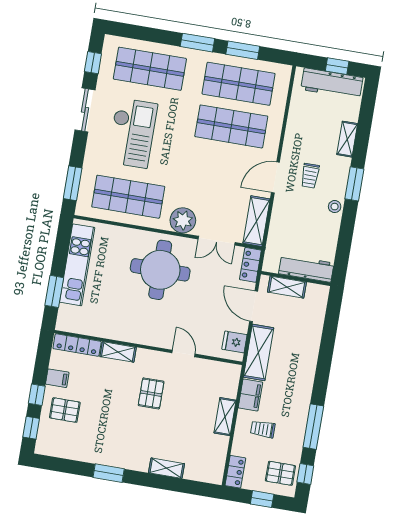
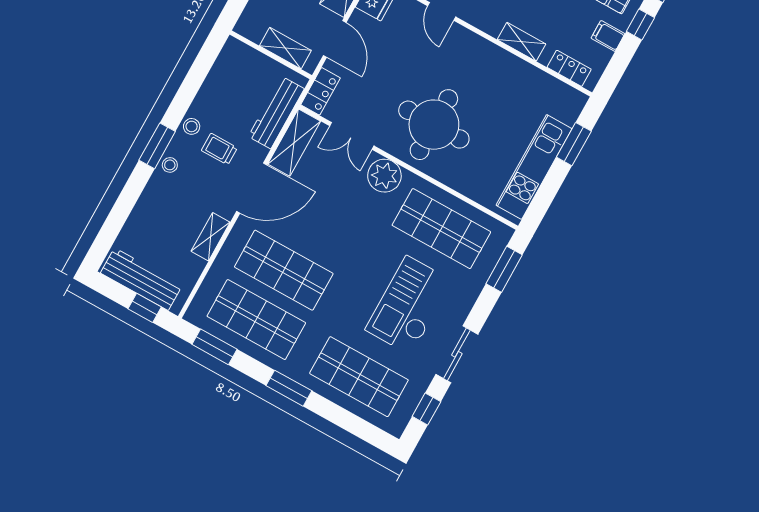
window: (243, 50) -> (214, 347), moved
window: (337, 66) -> (145, 308), moved
shelving: (347, 139) -> (211, 237), moved
stool: (340, 173) -> (170, 165), added
trolley: (310, 176) -> (219, 149), moved, turned -90
door: (275, 177) -> (252, 188), width x1.36
double door: (217, 241) -> (352, 136), swing flipped
workbench: (306, 268) -> (276, 113), moved, turned 90
locker: (77, 345) -> (569, 68), width x0.66

